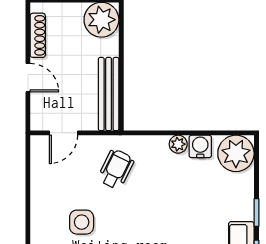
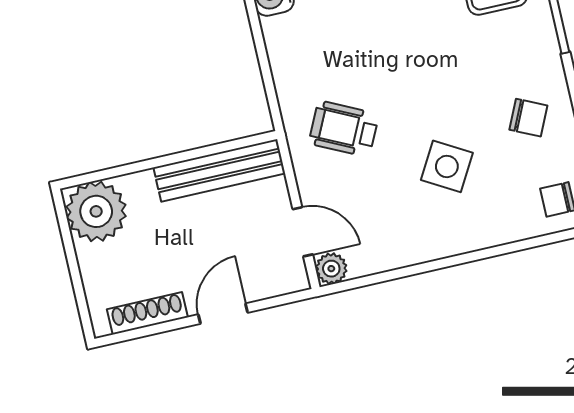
plant: (178, 144) -> (331, 269), moved
side table: (82, 222) -> (447, 166), turned 30

